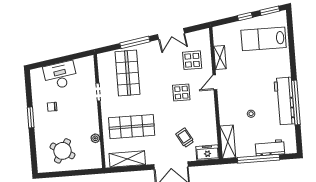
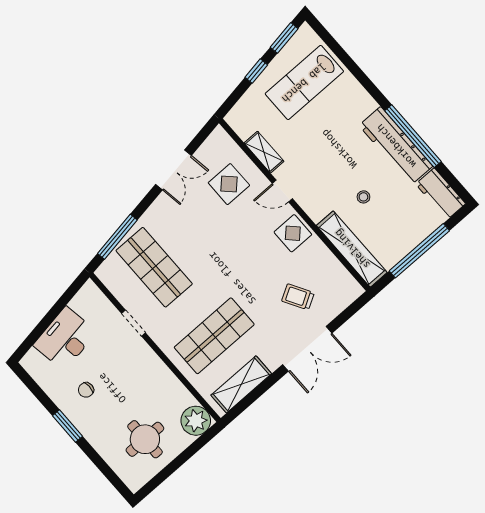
window: (135, 42) -> (117, 237), moved
door: (215, 82) -> (282, 191), hinge flipped
display table: (181, 93) -> (293, 233), moved
plant: (95, 138) -> (196, 421), moved, width x1.87, depth x1.87
shelving: (228, 142) -> (352, 249), width x1.47
workbench: (270, 148) -> (441, 194), moved, turned -90
round table: (62, 151) -> (145, 439), turned -31
freezer: (207, 153) -> (344, 294), removed

